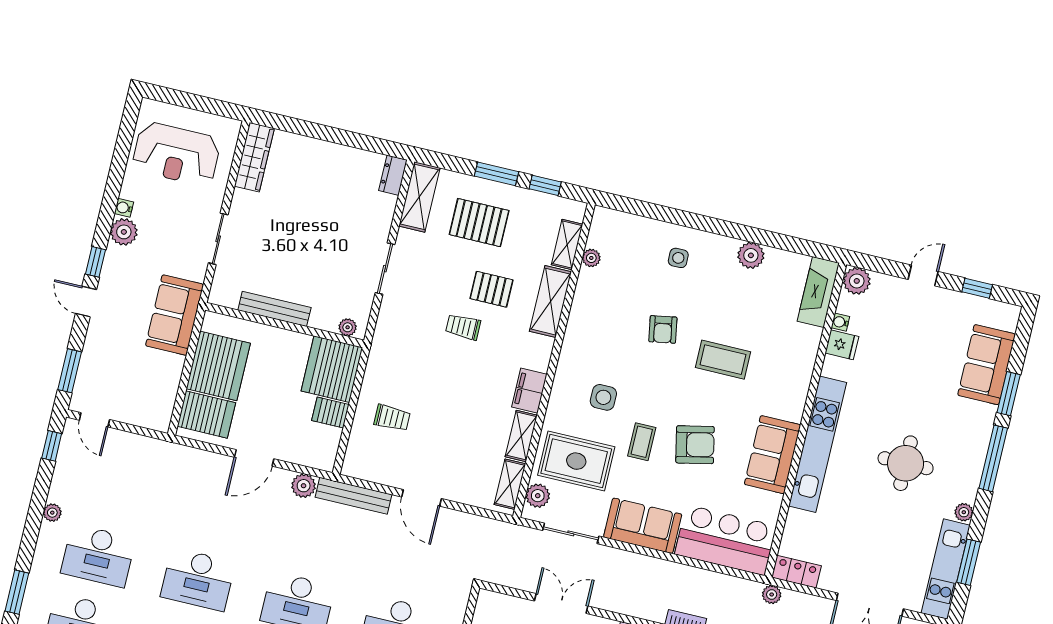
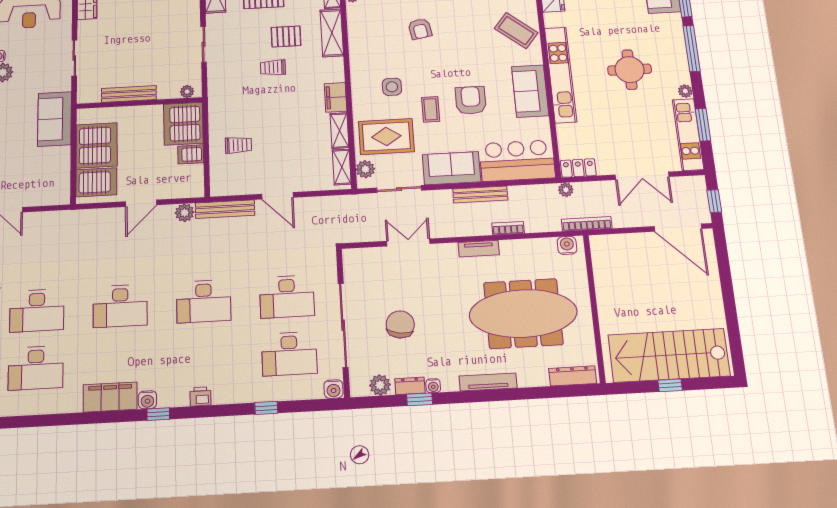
coffee table: (723, 360) -> (516, 31), moved, turned 39
armchair: (695, 445) -> (471, 100), turned -78
bench: (667, 570) -> (480, 194), added

